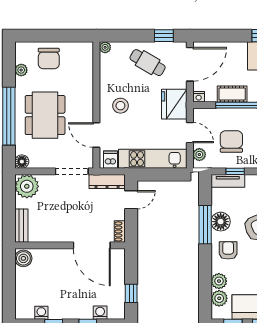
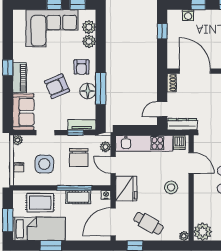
plant: (83, 53) -> (203, 232), added

